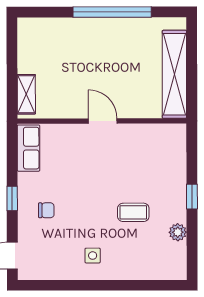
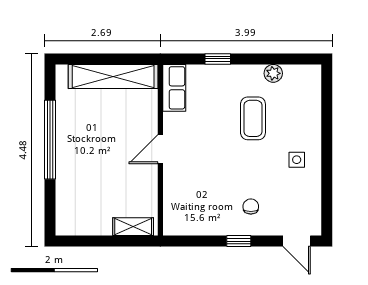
row of seats: (29, 148) -> (174, 88), moved, turned 90
window: (192, 197) -> (218, 59), moved
coffee table: (133, 212) -> (253, 118), width x1.36, depth x1.30

